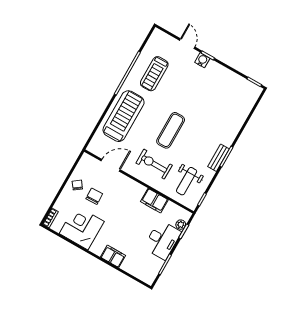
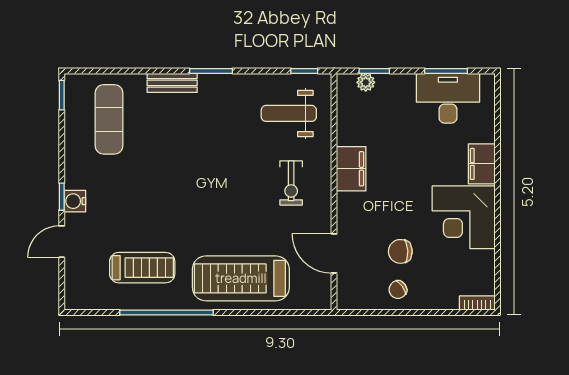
exercise mat: (171, 130) -> (109, 119), moved, turned 90
bench: (218, 158) -> (172, 83), moved
exercise bike: (154, 164) -> (291, 183), width x0.73, depth x0.72
weight bench: (187, 181) -> (289, 113), turned 180
filing cabinet: (154, 201) -> (351, 169), moved
corner desk: (82, 228) -> (464, 217), moved
desk: (162, 240) -> (448, 98), moved

